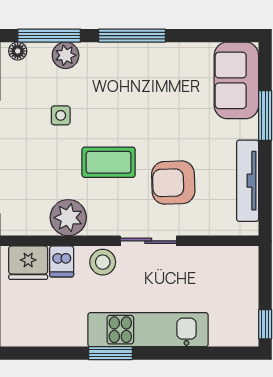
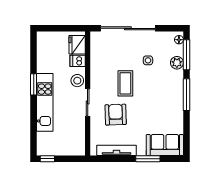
plant: (68, 218) -> (99, 64), removed

